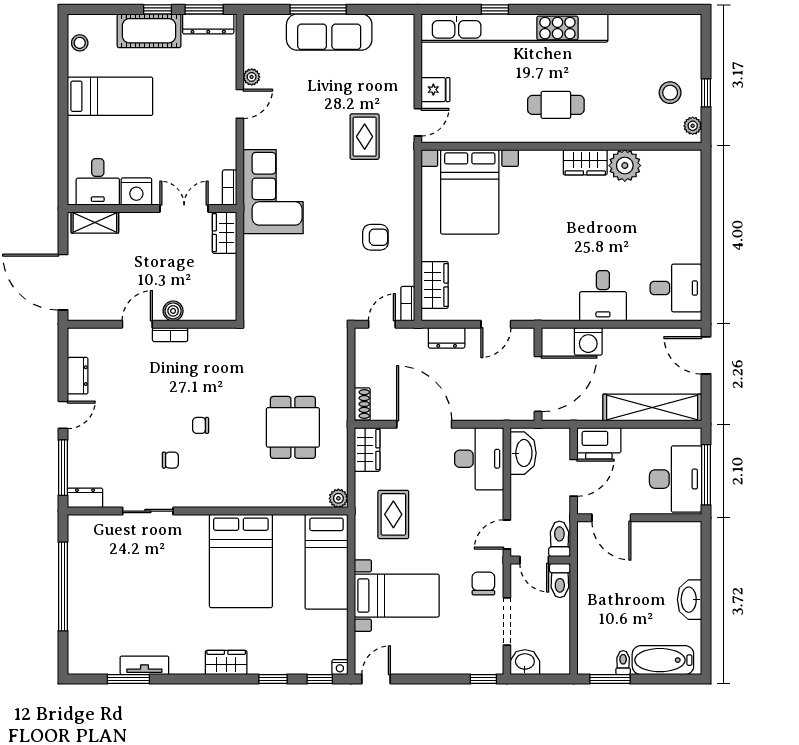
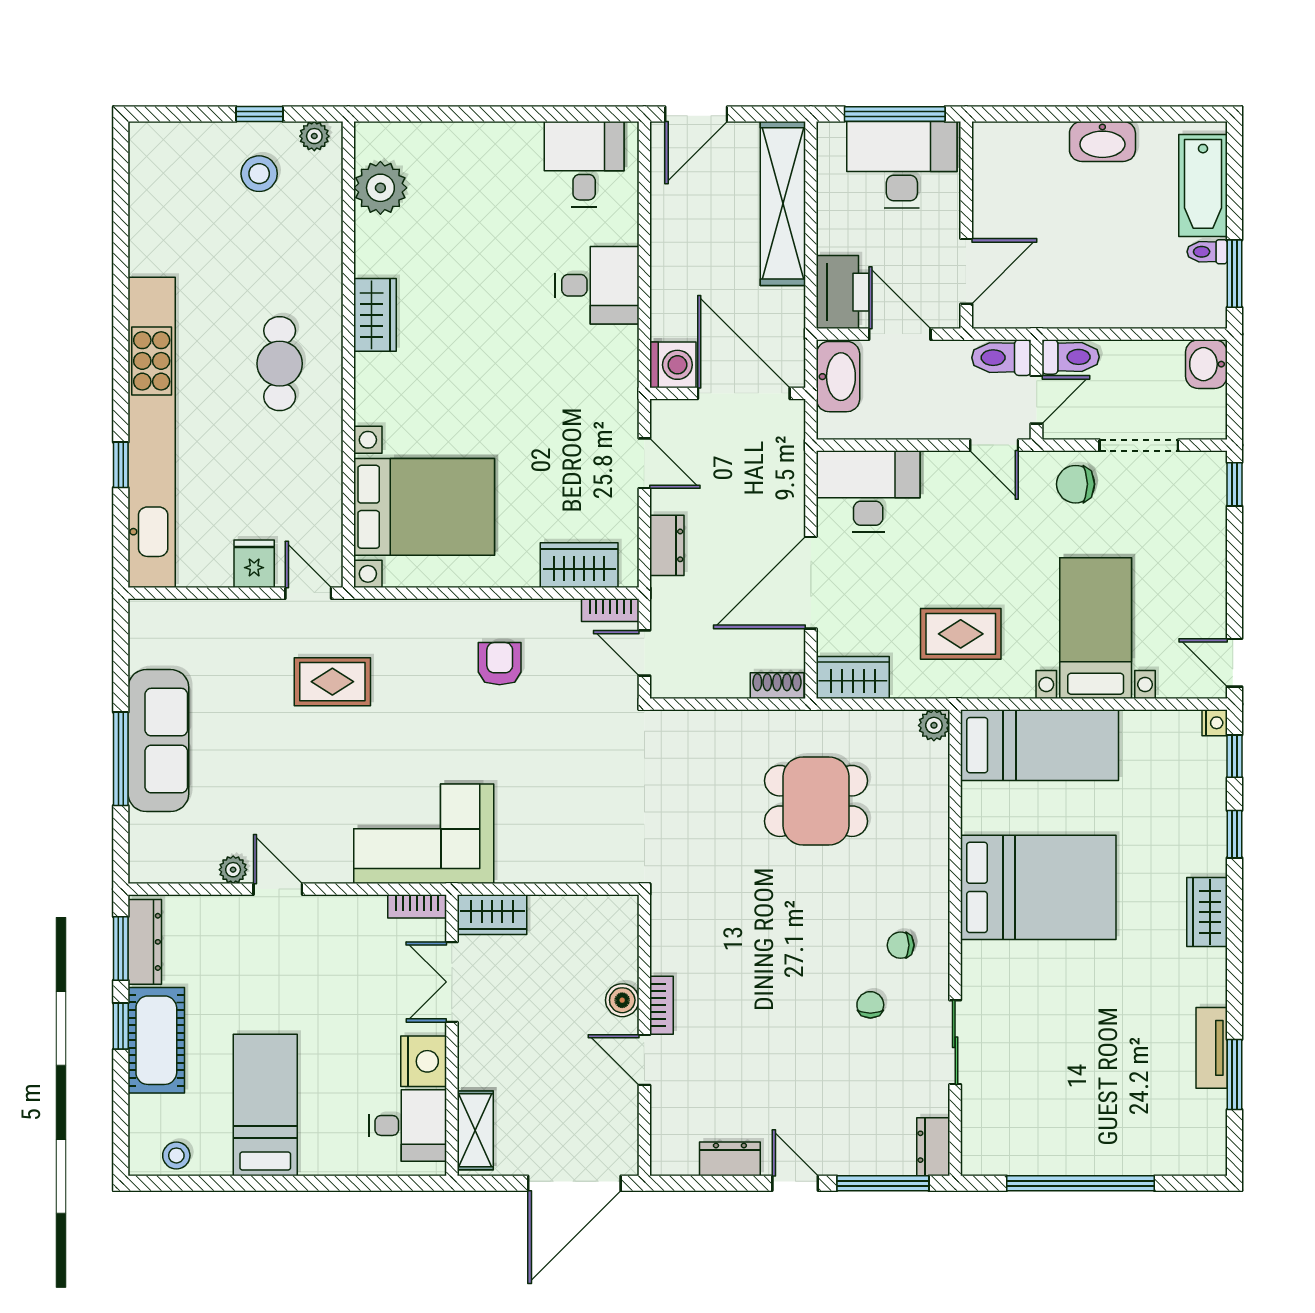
plant: (625, 166) -> (380, 188), moved
washing machine: (588, 341) -> (673, 365), moved
chair: (201, 425) -> (901, 945), moved, turned 90
washbasin: (523, 453) -> (838, 377), moved, turned 90
washbasin: (525, 662) -> (1206, 364), moved

